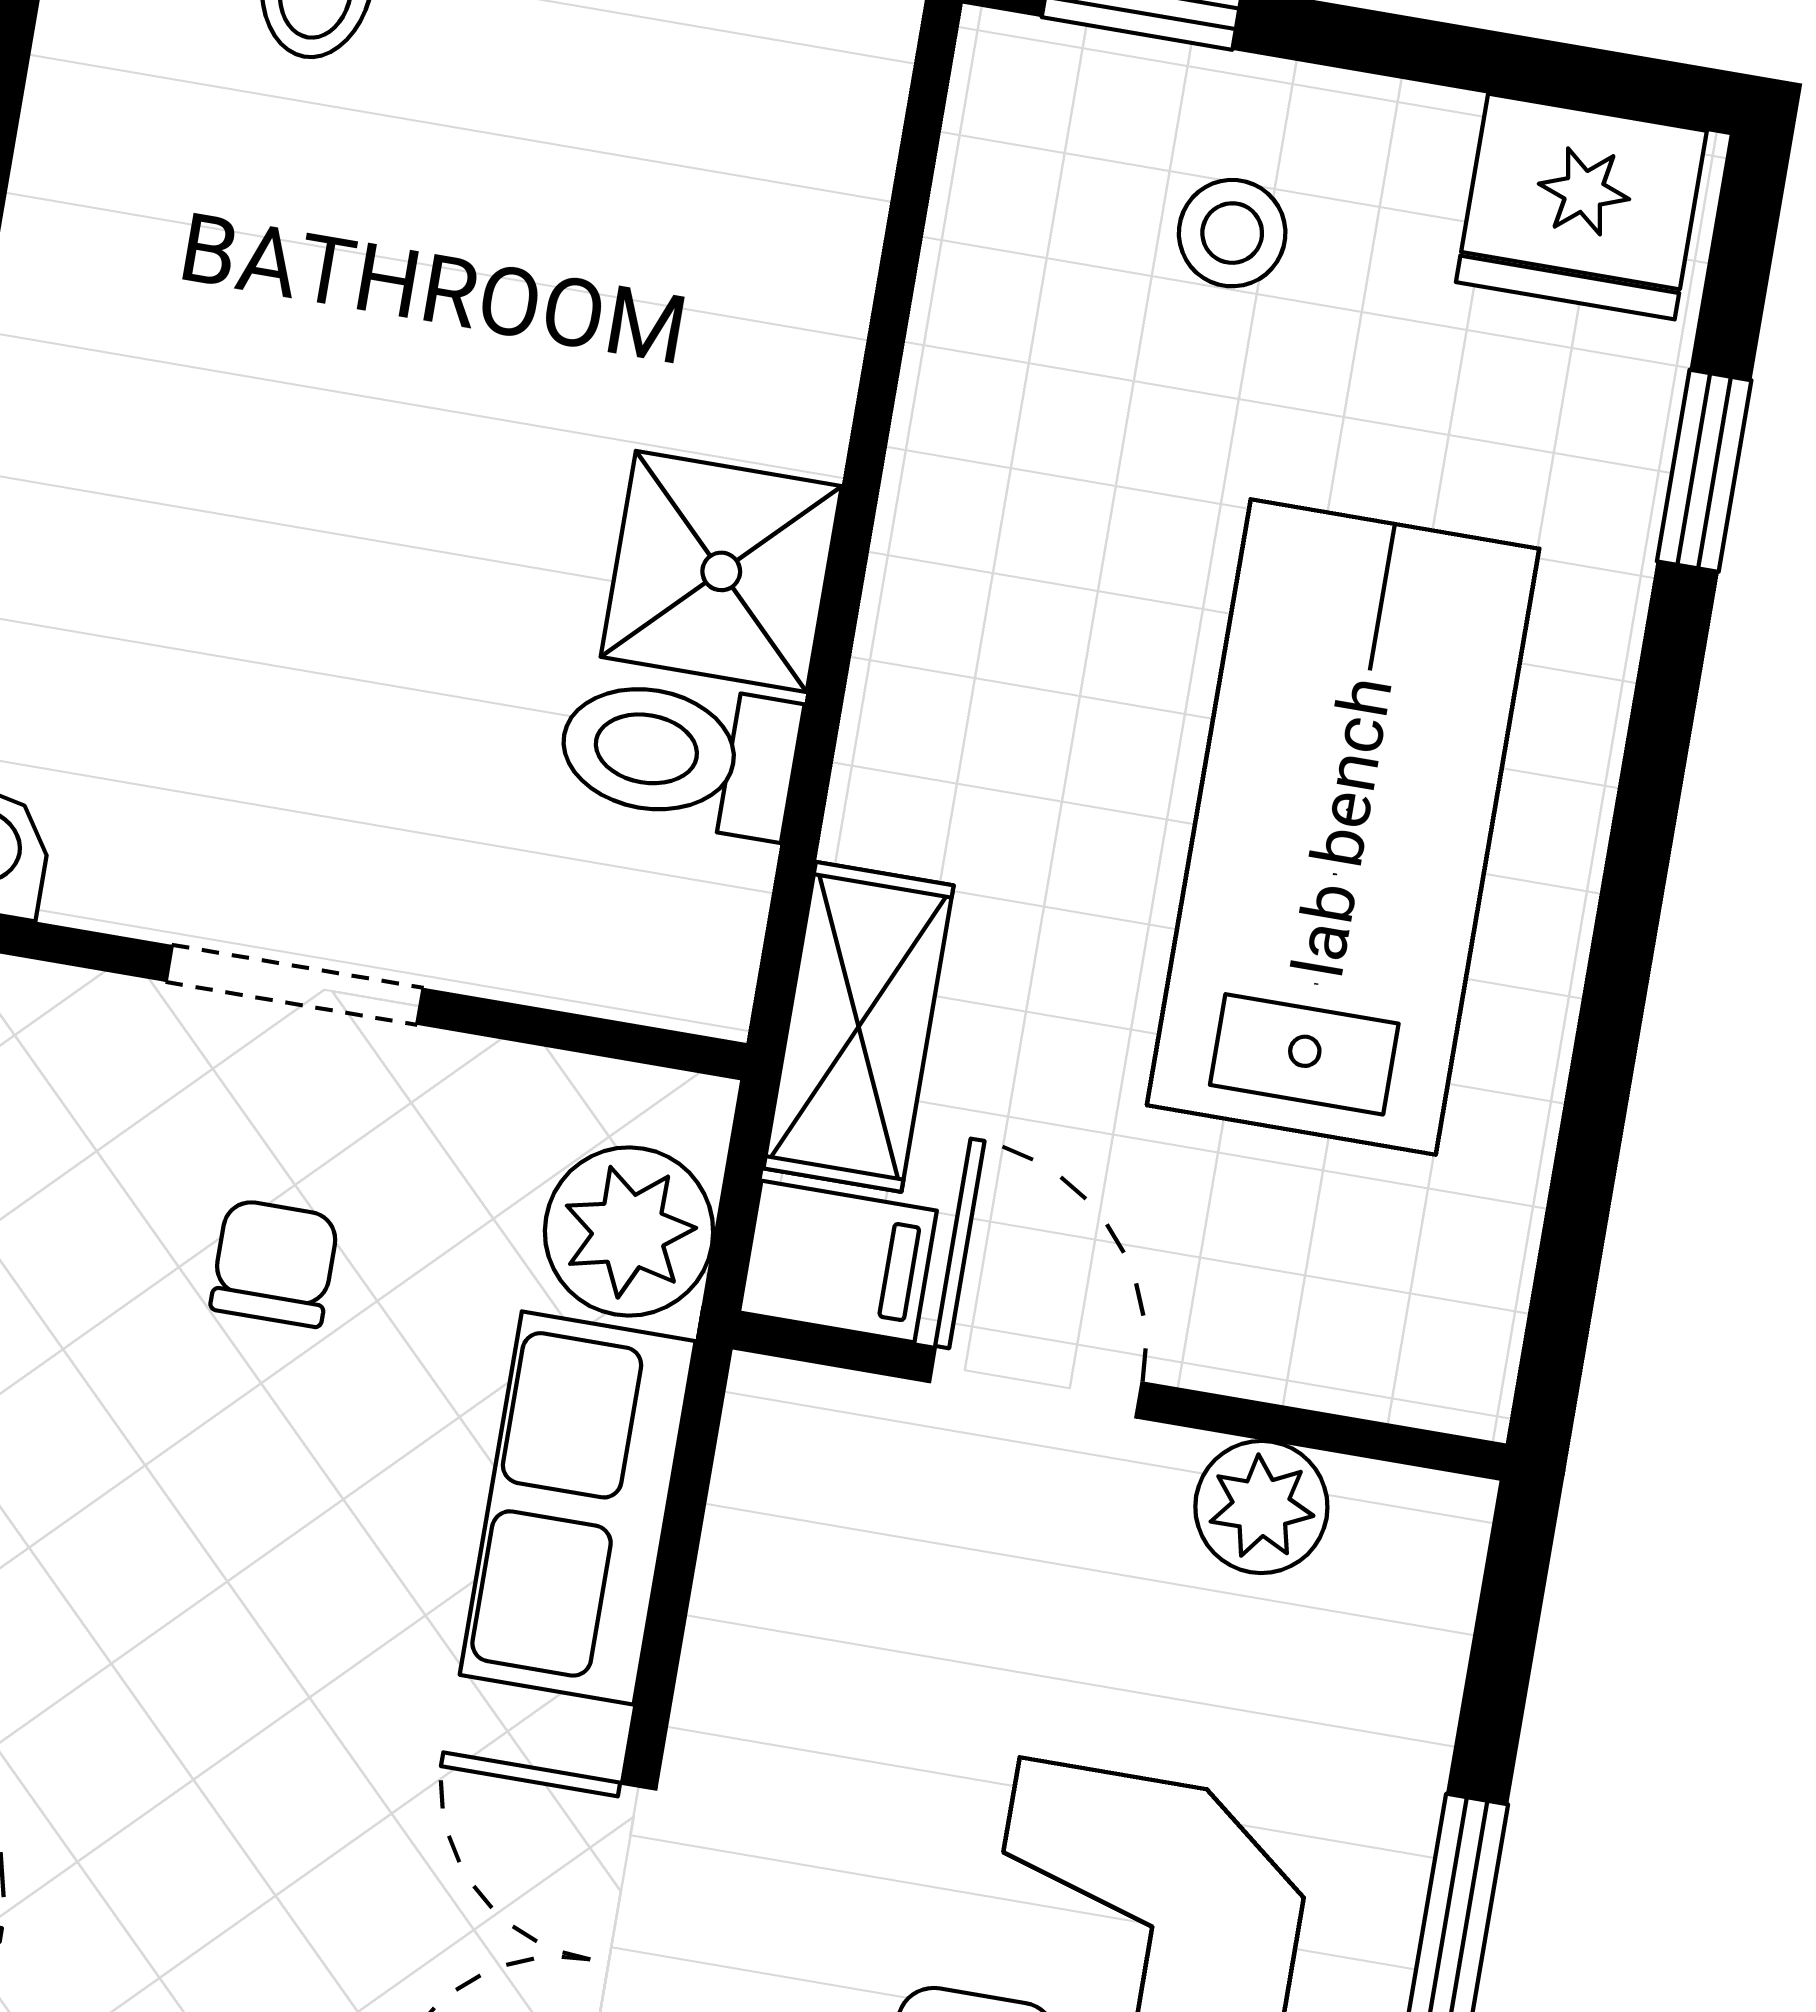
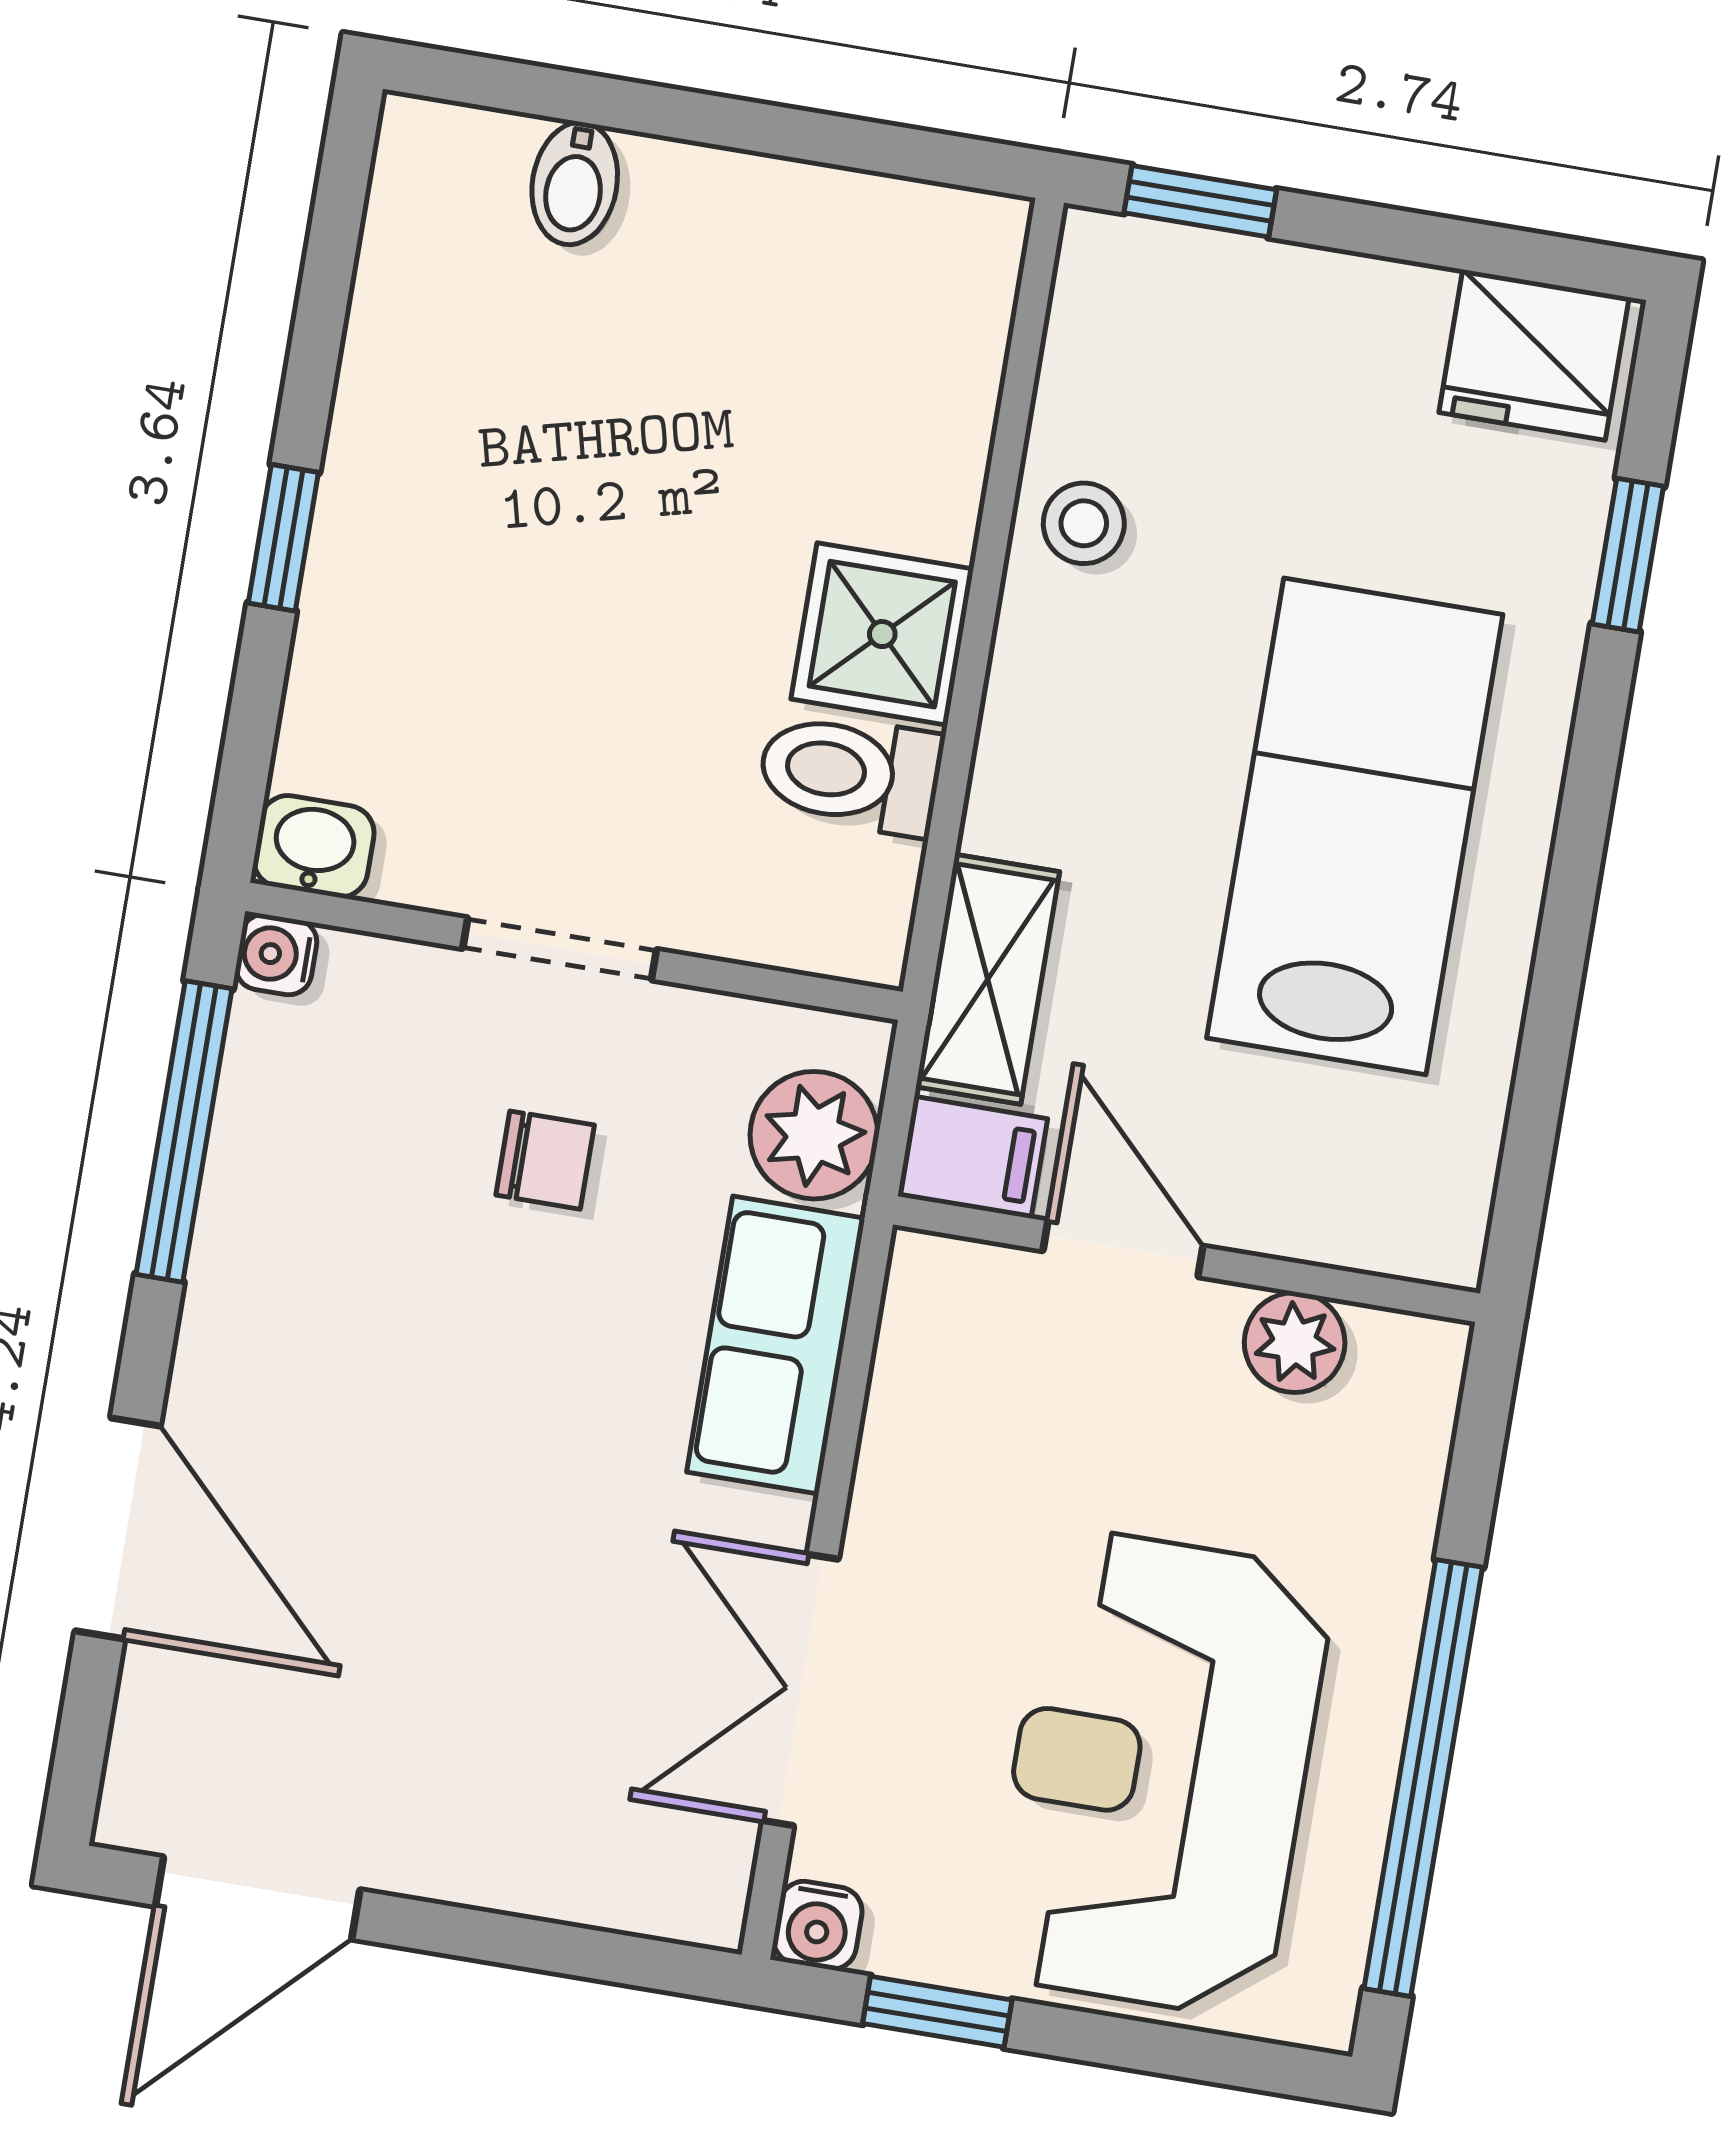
stool: (1232, 233) -> (1084, 523), moved
chair: (274, 1263) -> (545, 1160), turned 90

